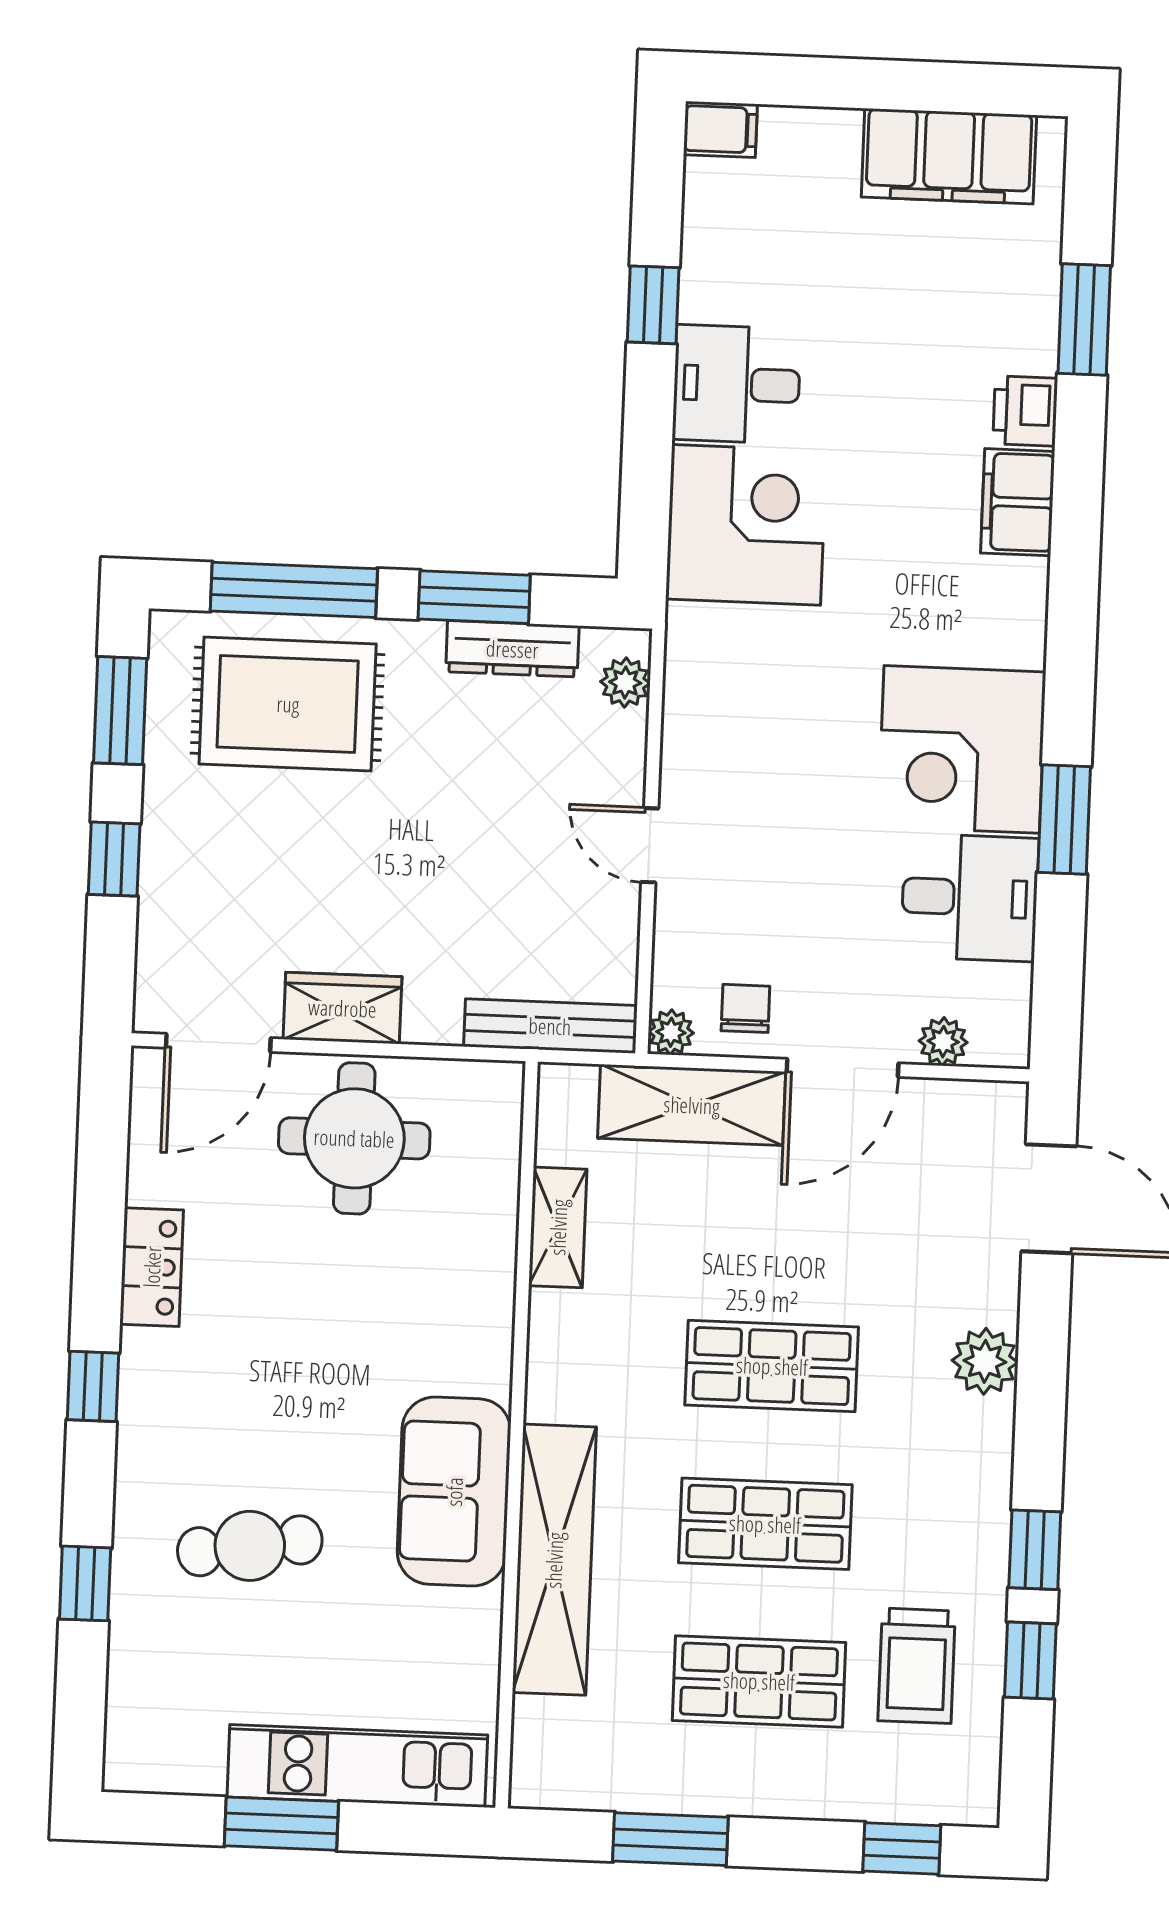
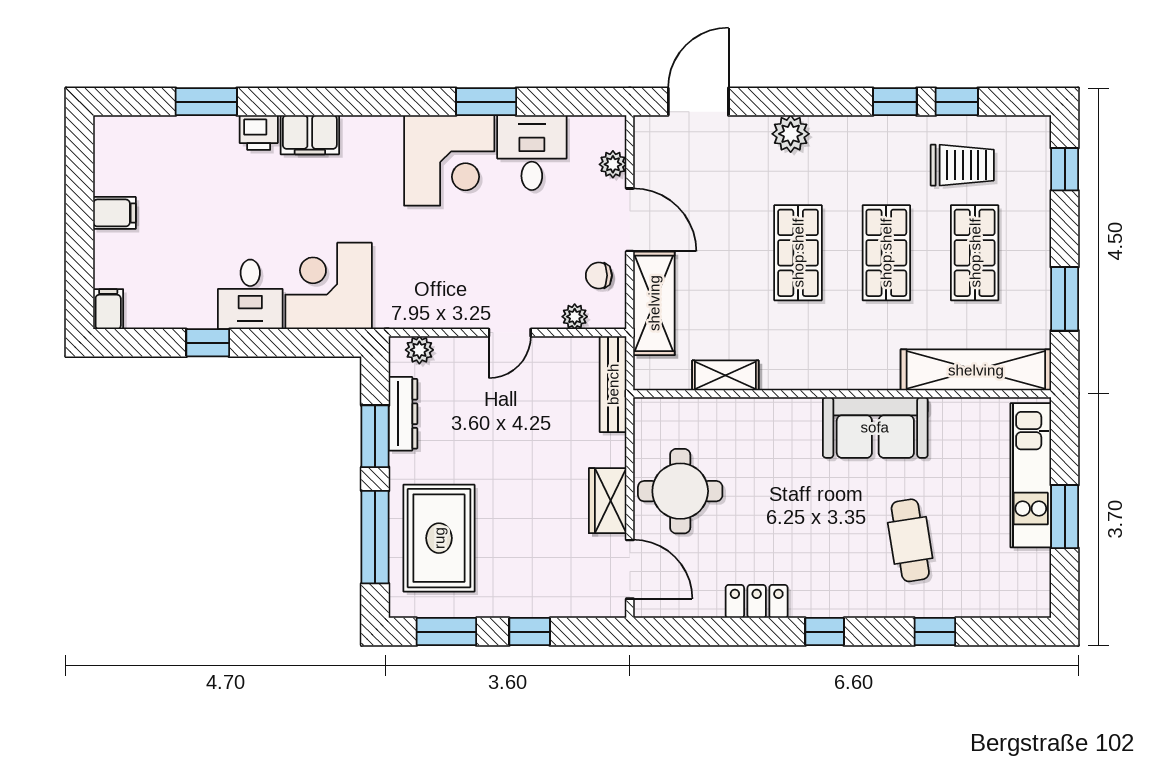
filing cabinet: (949, 156) -> (114, 213), width x0.33, depth x0.86
plant: (671, 1032) -> (575, 317), moved
shelving: (554, 1560) -> (976, 370), moved

